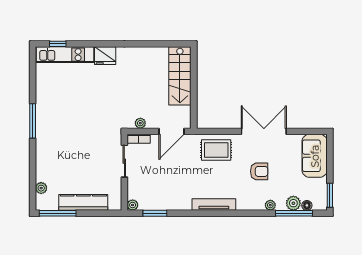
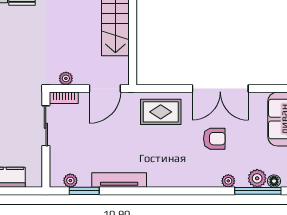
double door: (264, 131) -> (220, 89), swing flipped
plant: (133, 205) -> (70, 181), moved
tv unit: (214, 205) -> (119, 180), moved

